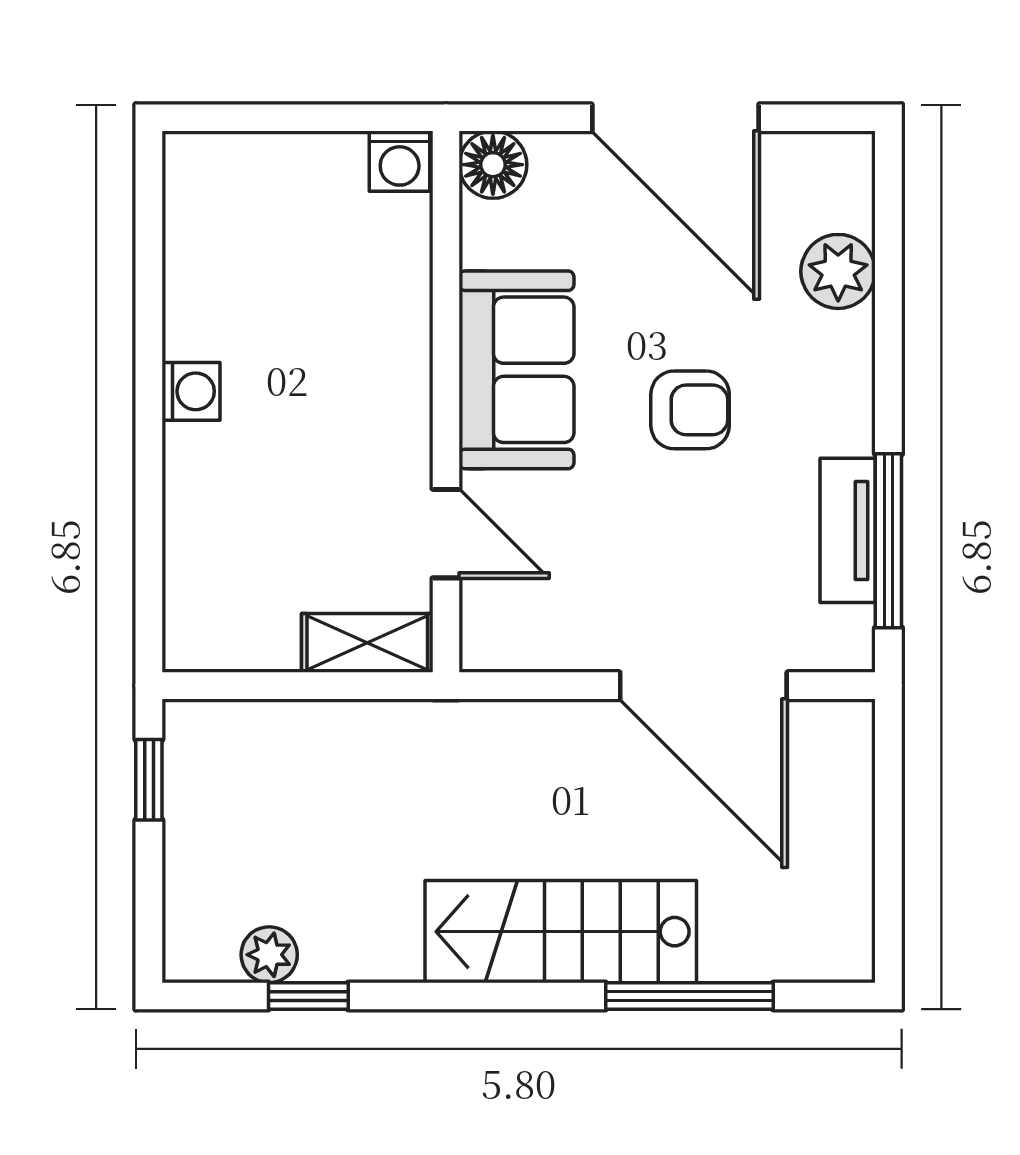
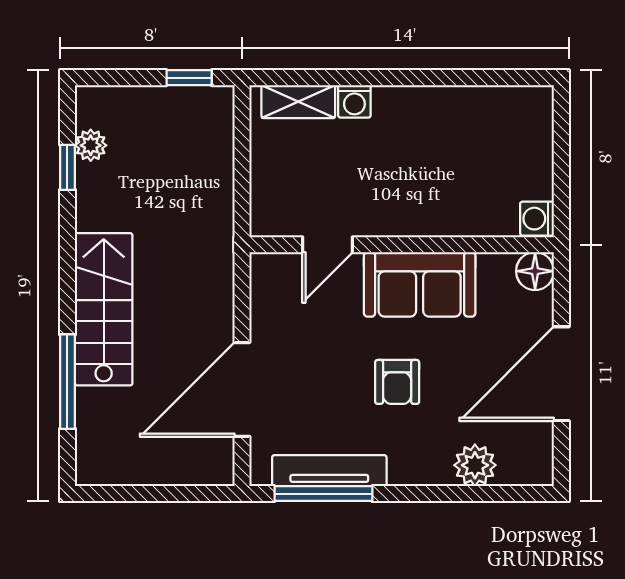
washing machine: (191, 391) -> (354, 101), moved
tv unit: (848, 530) -> (329, 471), width x1.41
shelving: (367, 643) -> (298, 102), moved, turned 90

